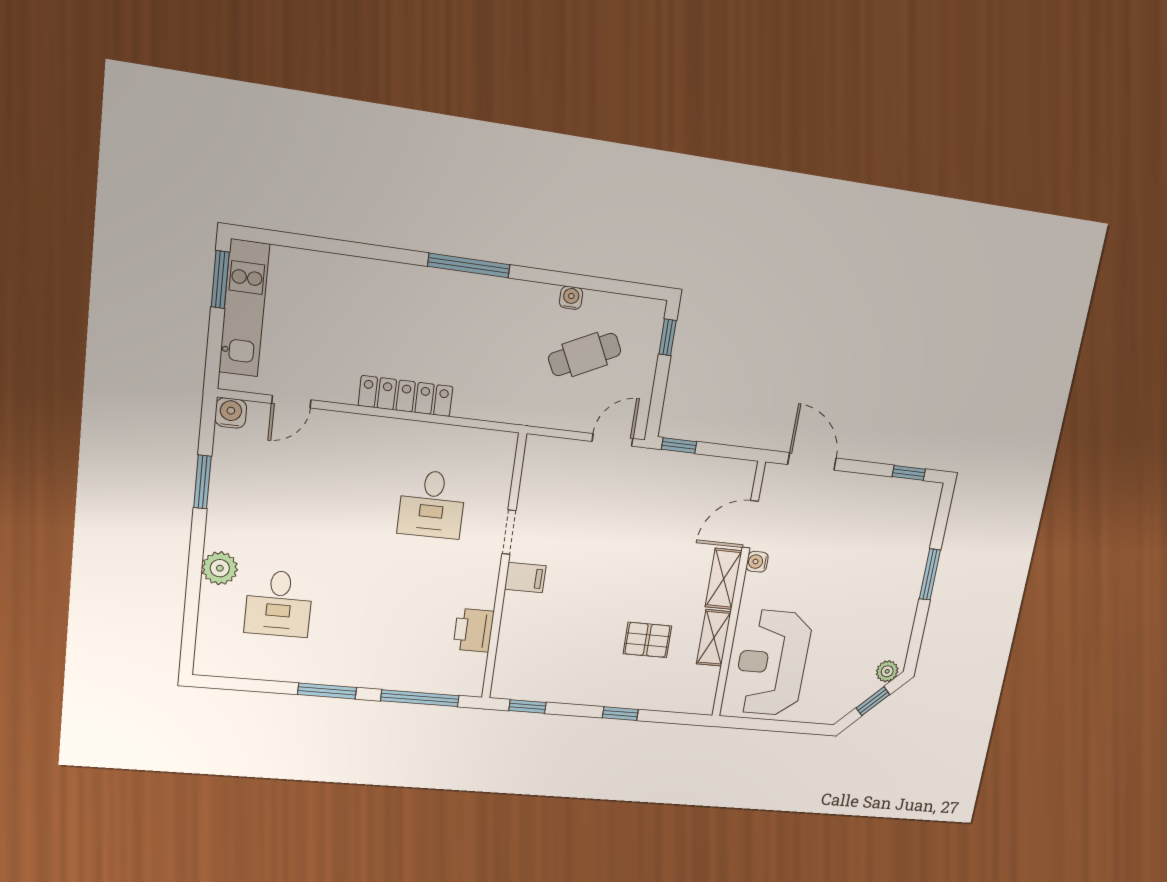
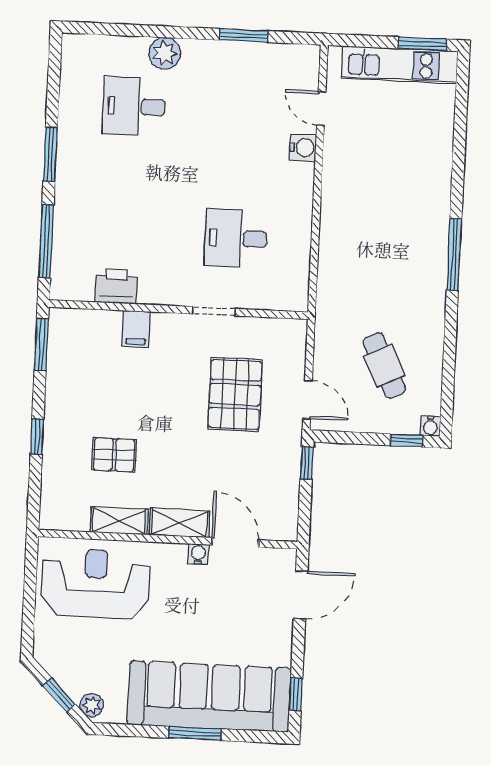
water cooler: (571, 298) -> (430, 426), moved, turned 90
locker: (406, 396) -> (334, 208), removed
water cooler: (231, 413) -> (303, 148), moved
pallet: (599, 515) -> (235, 394), added
sofa: (897, 559) -> (209, 696), added
filing cabinet: (525, 578) -> (136, 329), moved
pallet: (647, 640) -> (114, 455), turned 90
window: (527, 707) -> (41, 344), width x1.50

